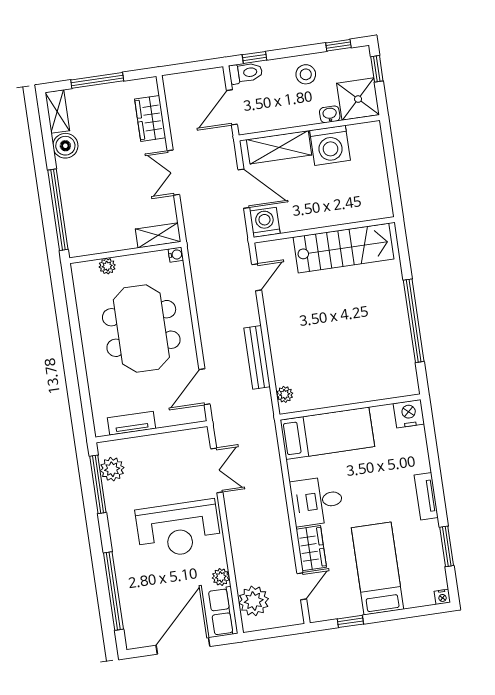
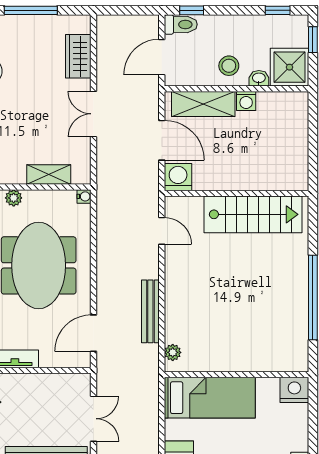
stool: (306, 74) -> (229, 66), moved
washing machine: (330, 145) -> (246, 101), width x0.53, depth x0.53
shelving: (158, 235) -> (49, 175), moved
door: (257, 277) -> (162, 231), hinge flipped

